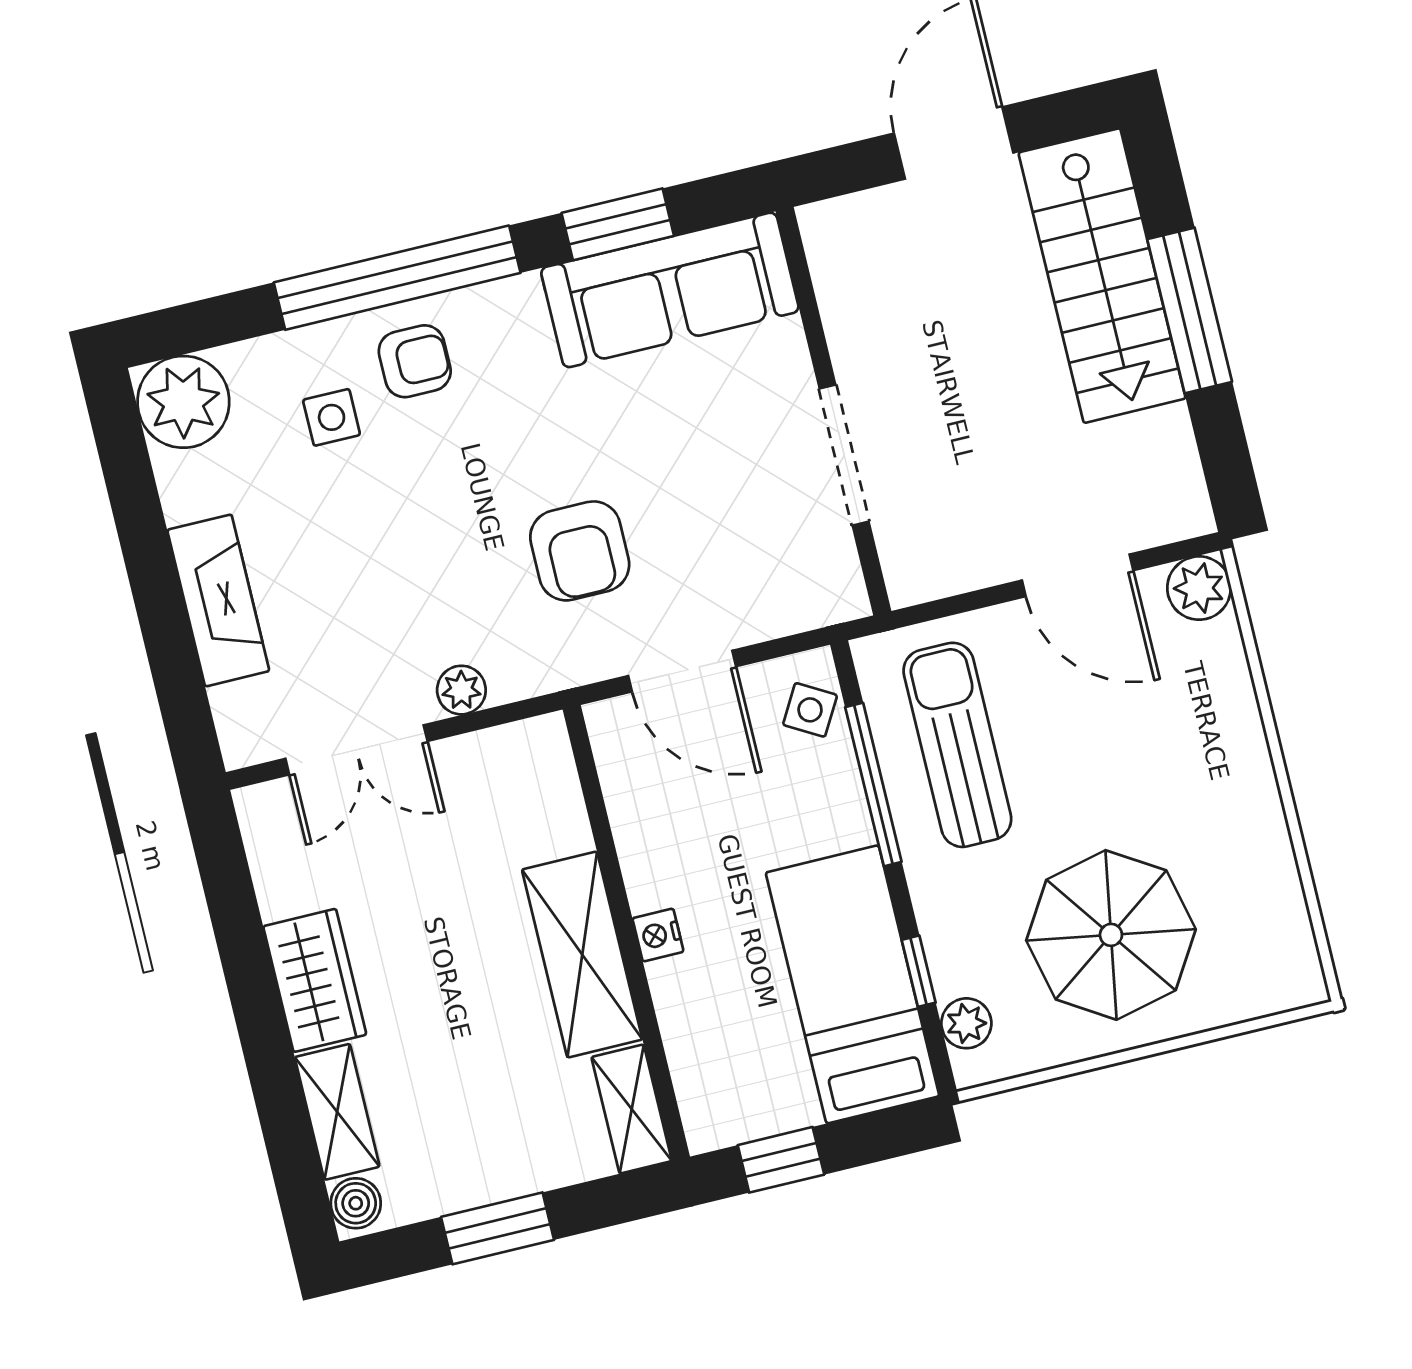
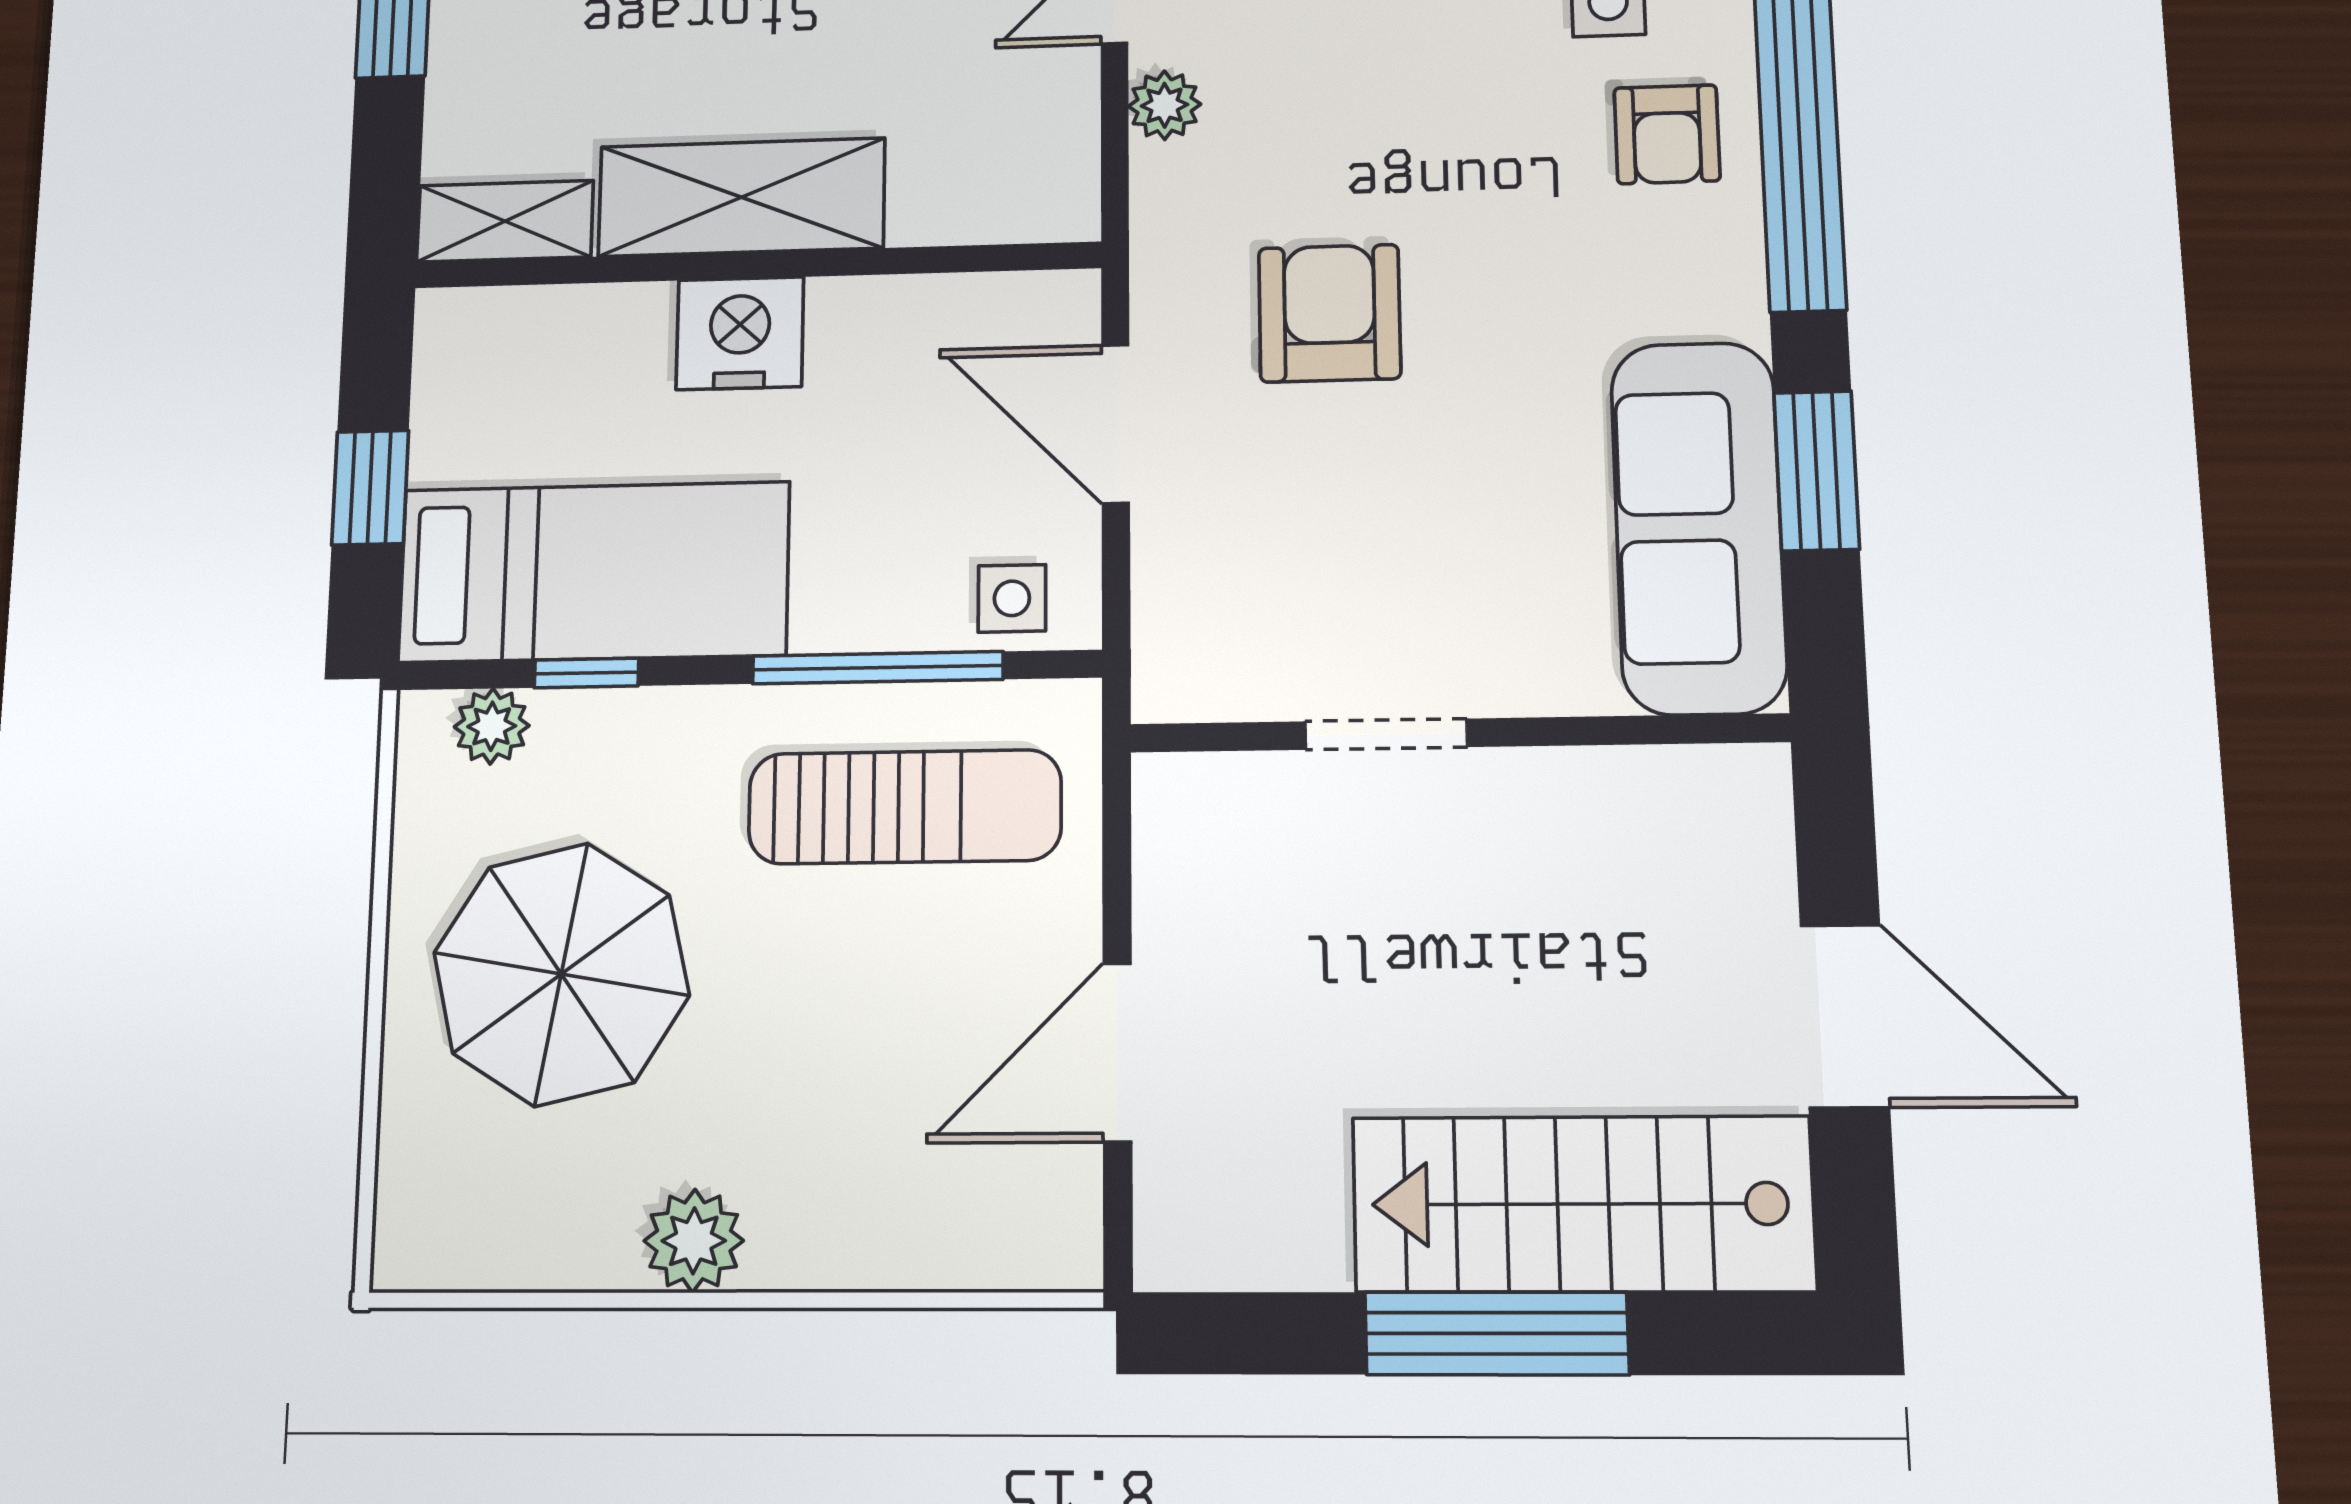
doorway: (844, 455) -> (1386, 734), width x0.73
armchair: (580, 551) -> (1330, 313), turned 90
plant: (1199, 588) -> (694, 1241), moved
door: (682, 671) -> (1116, 424), hinge flipped
side table: (810, 710) -> (1012, 598), turned -30
nightstand: (658, 935) -> (740, 333), width x1.89, depth x1.79
window: (781, 1160) -> (370, 488), moved

